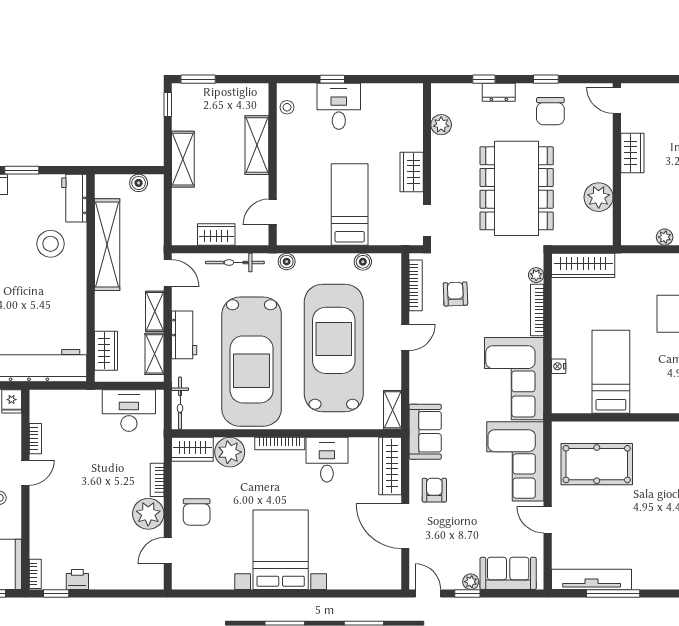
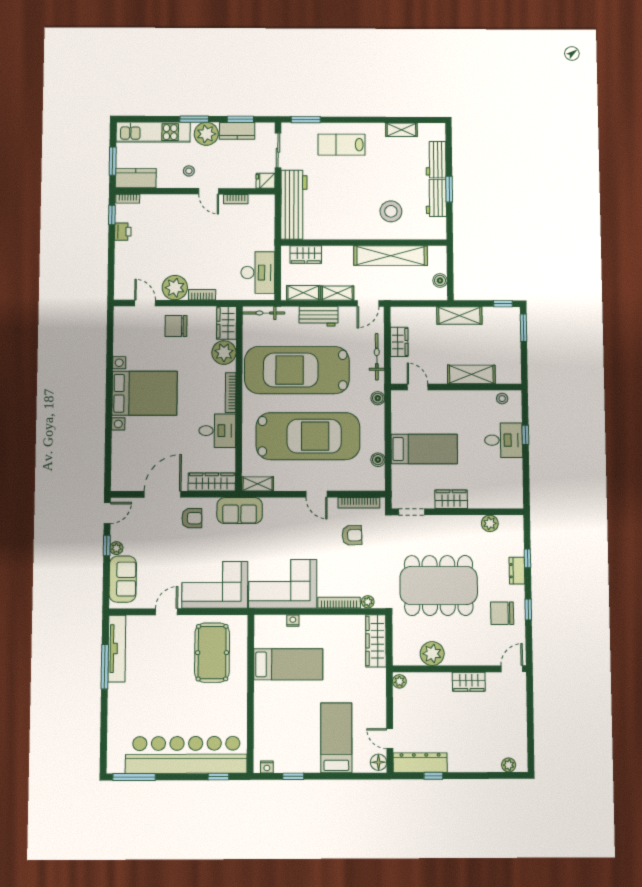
workbench: (74, 198) -> (436, 198), moved, turned -90
plant: (665, 237) -> (399, 681), moved

